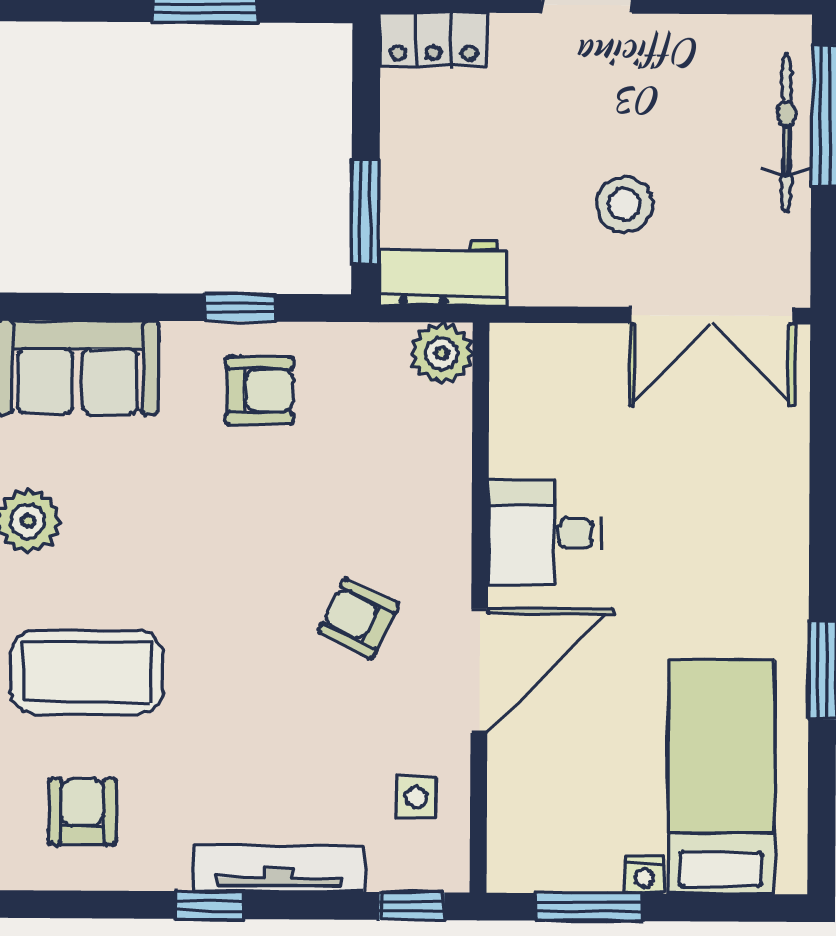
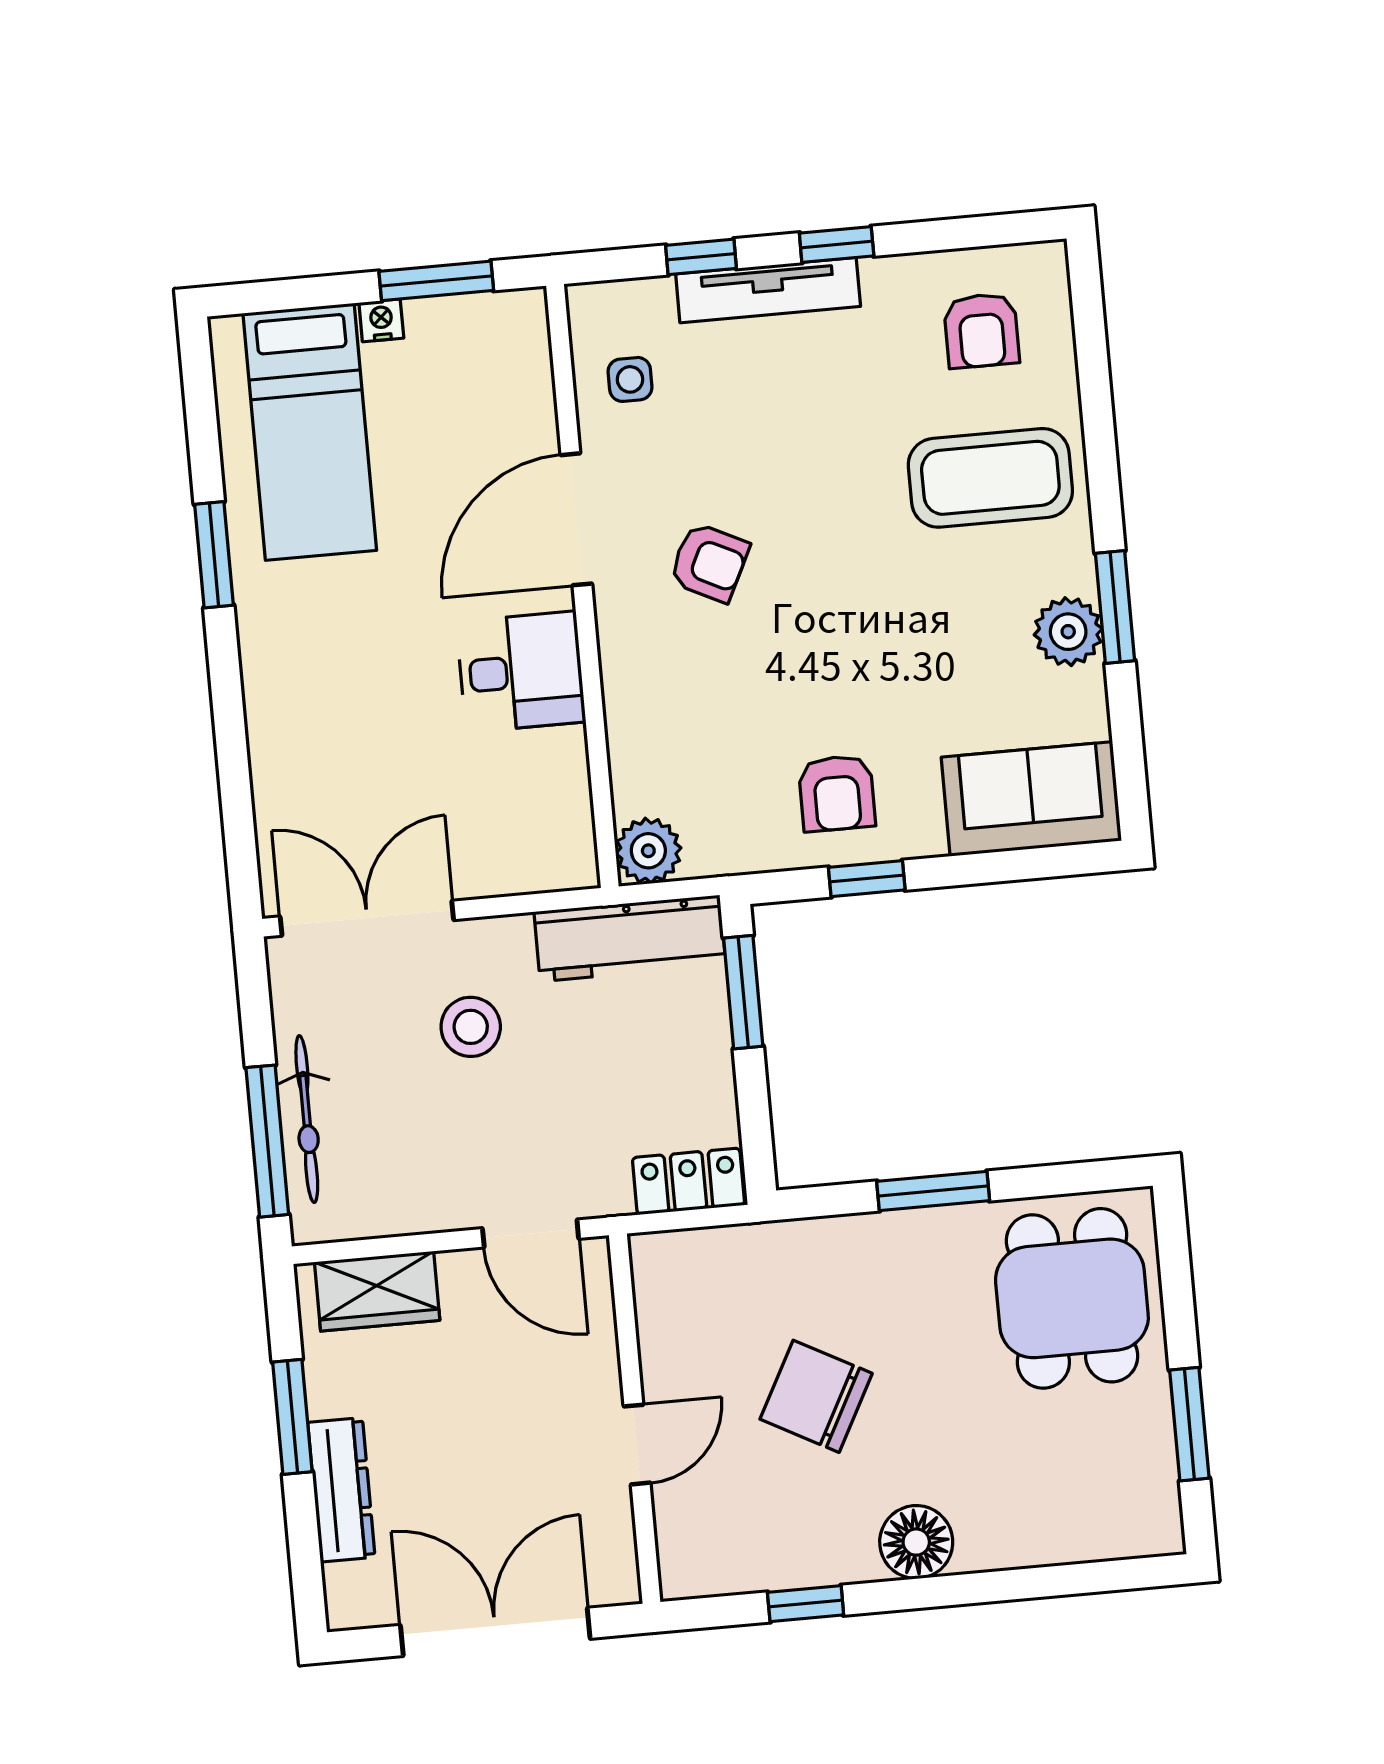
workbench: (443, 273) -> (630, 938), width x1.37
armchair: (260, 390) -> (837, 793), turned -90
window: (412, 906) -> (701, 257), moved

